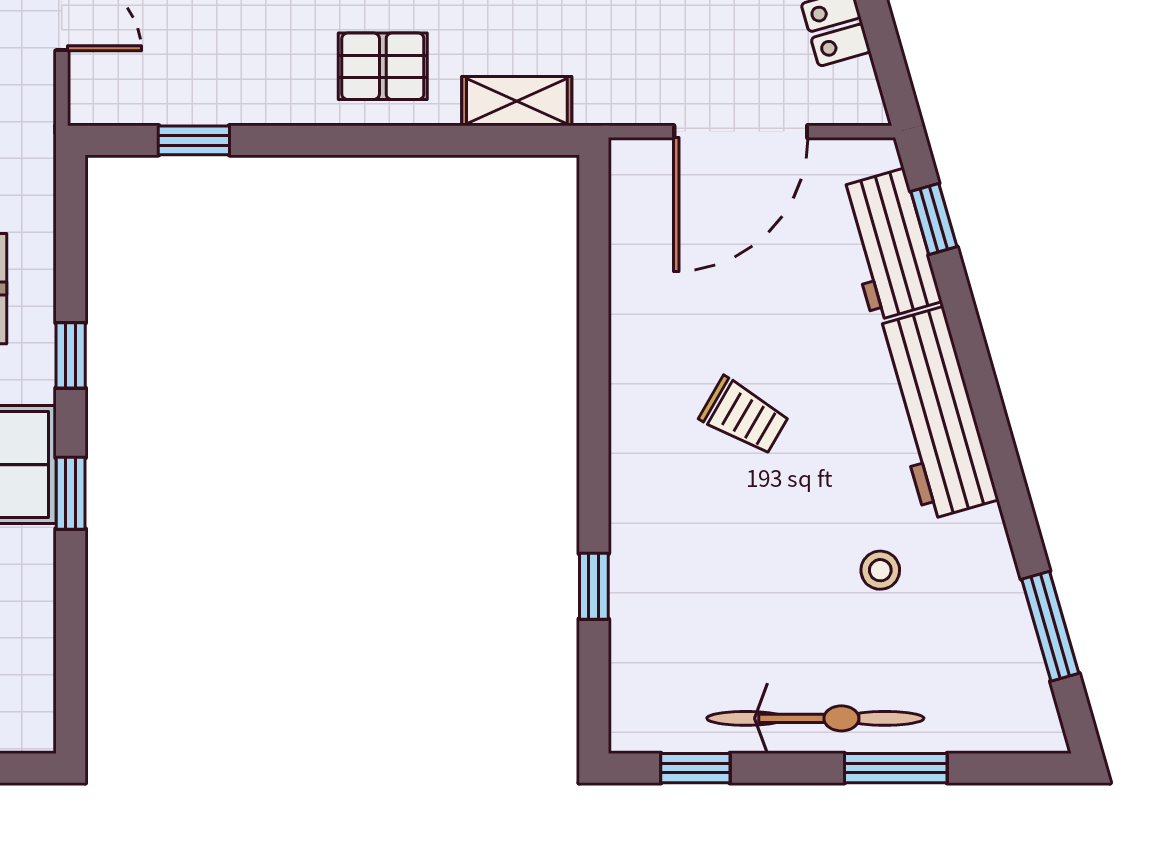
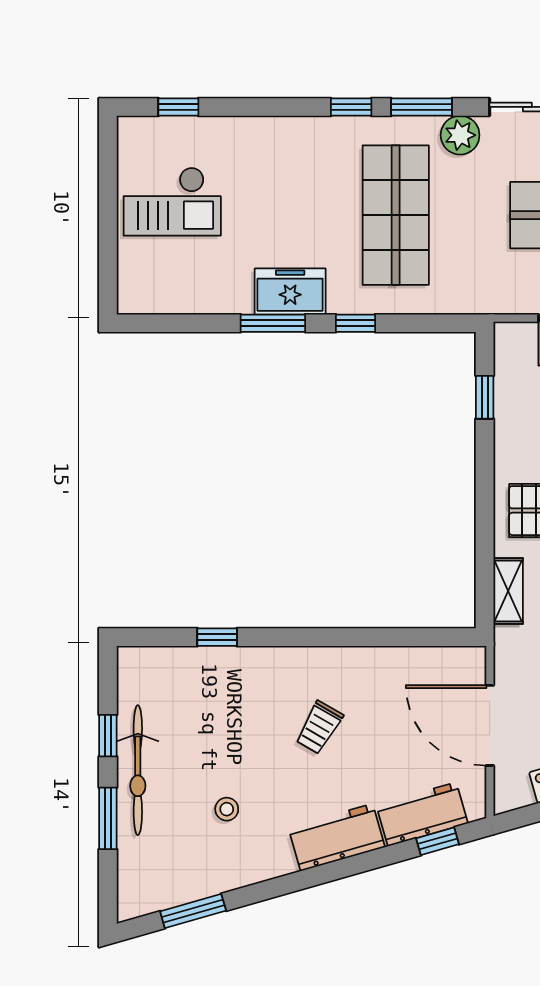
workbench: (935, 413) -> (337, 837), width x0.73
window: (71, 493) -> (273, 323), width x1.50
window: (695, 768) -> (108, 736), moved

